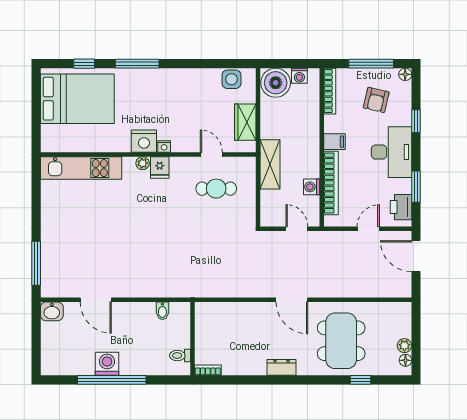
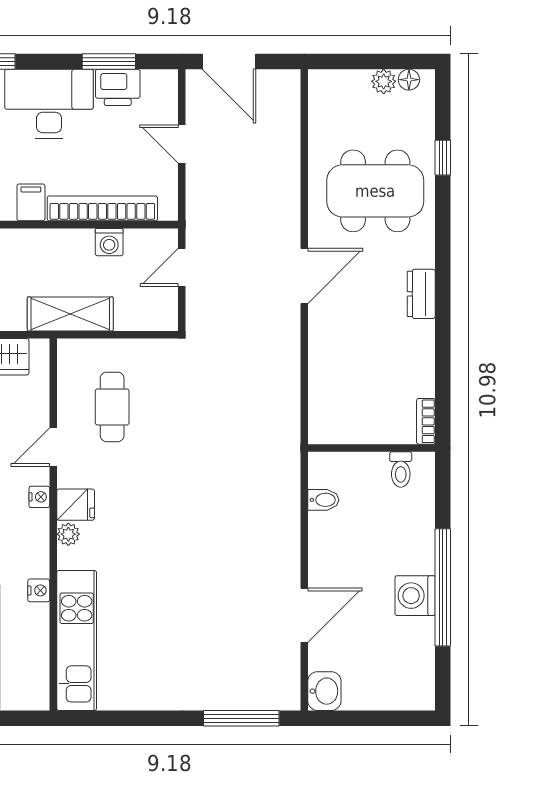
nightstand: (144, 141) -> (39, 590), moved, width x0.53, depth x0.56
door: (211, 154) -> (53, 447), moved
printer: (401, 207) -> (118, 87), moved
door: (416, 256) -> (229, 61), hinge flipped

